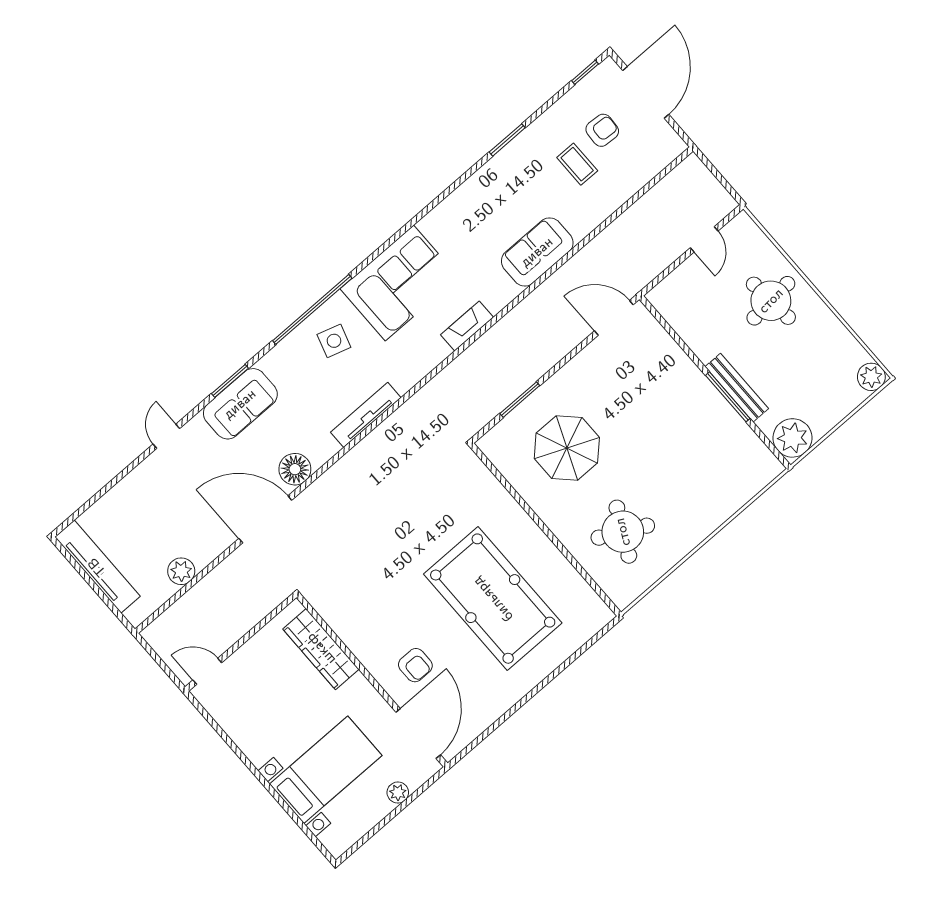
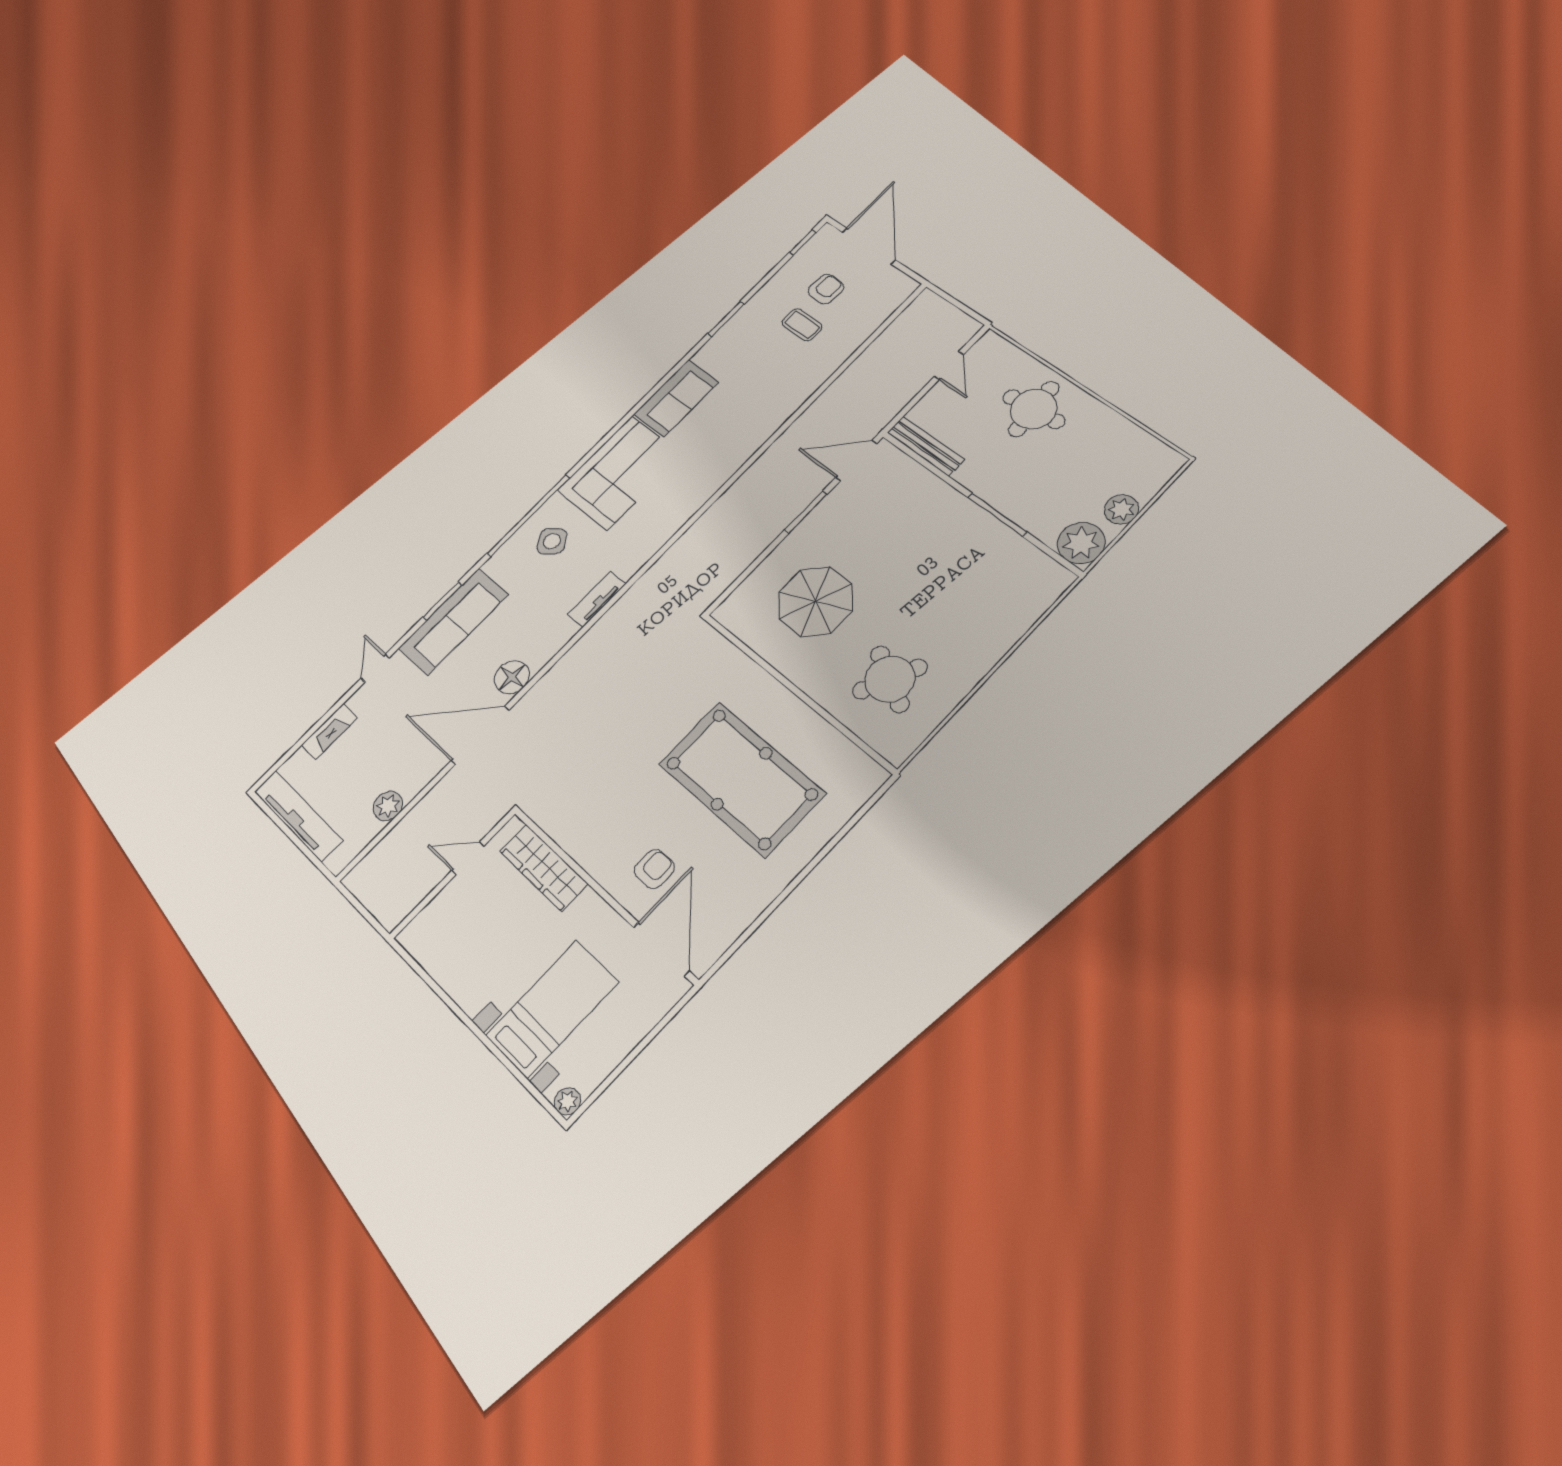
sofa: (537, 252) -> (676, 398), moved, turned 180
fireplace: (467, 326) -> (329, 731), moved, turned 180
side table: (334, 341) -> (552, 541), turned 36
plant: (871, 377) -> (1121, 509), moved
bench: (737, 388) -> (926, 446), moved
window: (520, 400) -> (806, 512), moved
sofa: (240, 404) -> (453, 622), width x1.36
tv unit: (366, 415) -> (597, 599), width x0.71
armchair: (415, 665) -> (654, 869), turned -90
door: (207, 671) -> (468, 858), moved
plant: (398, 793) -> (567, 1101), moved

